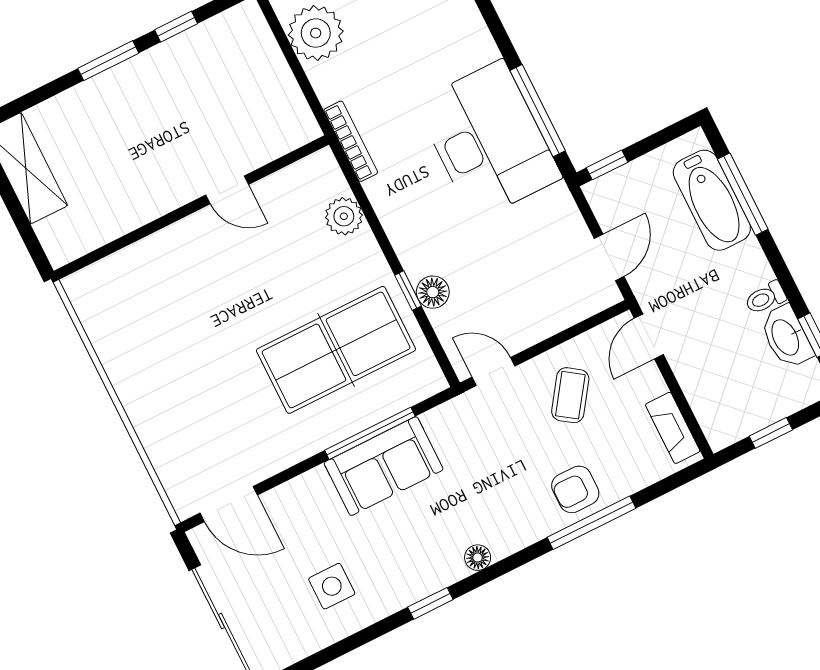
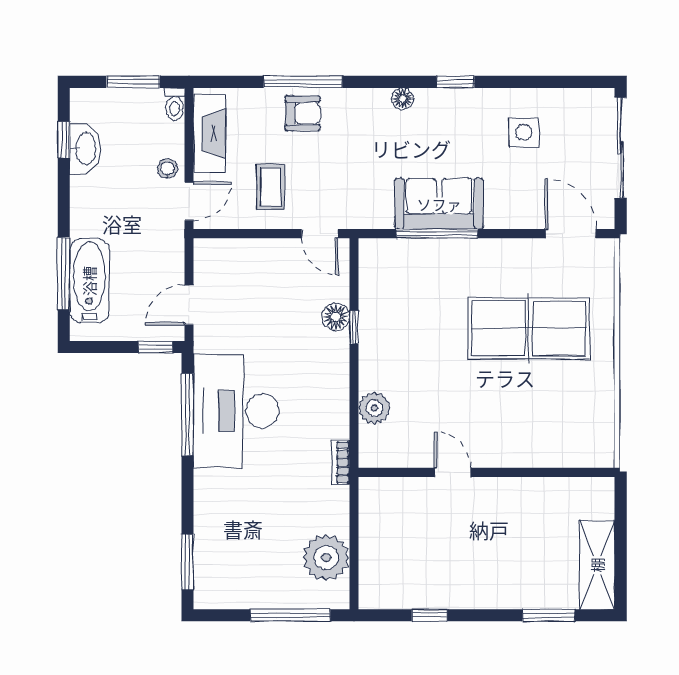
window: (108, 61) -> (549, 615), moved
bookcase: (351, 141) -> (341, 462), width x0.64
door: (609, 257) -> (189, 305), moved
toilet: (765, 298) -> (175, 104), moved, turned 90
table tennis table: (336, 350) -> (529, 328), moved
stool: (689, 360) -> (167, 168), added
coffee table: (570, 395) -> (271, 187), turned -35
fireplace: (673, 428) -> (209, 133), width x1.37, depth x1.32
window: (771, 433) -> (133, 82), width x1.50

